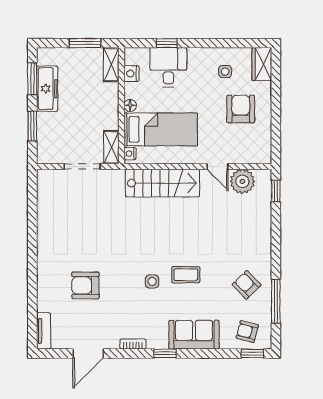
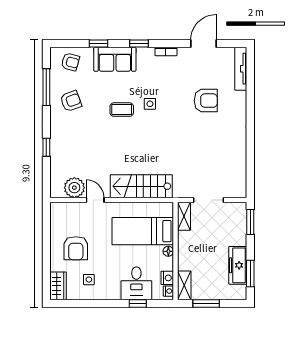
window: (32, 126) -> (250, 222), moved
nightstand: (130, 154) -> (168, 291), moved
window: (276, 191) -> (46, 147), moved
armchair: (247, 285) -> (71, 101), turned -66
tv unit: (44, 331) -> (241, 69), width x1.41
window: (252, 353) -> (99, 44), moved

